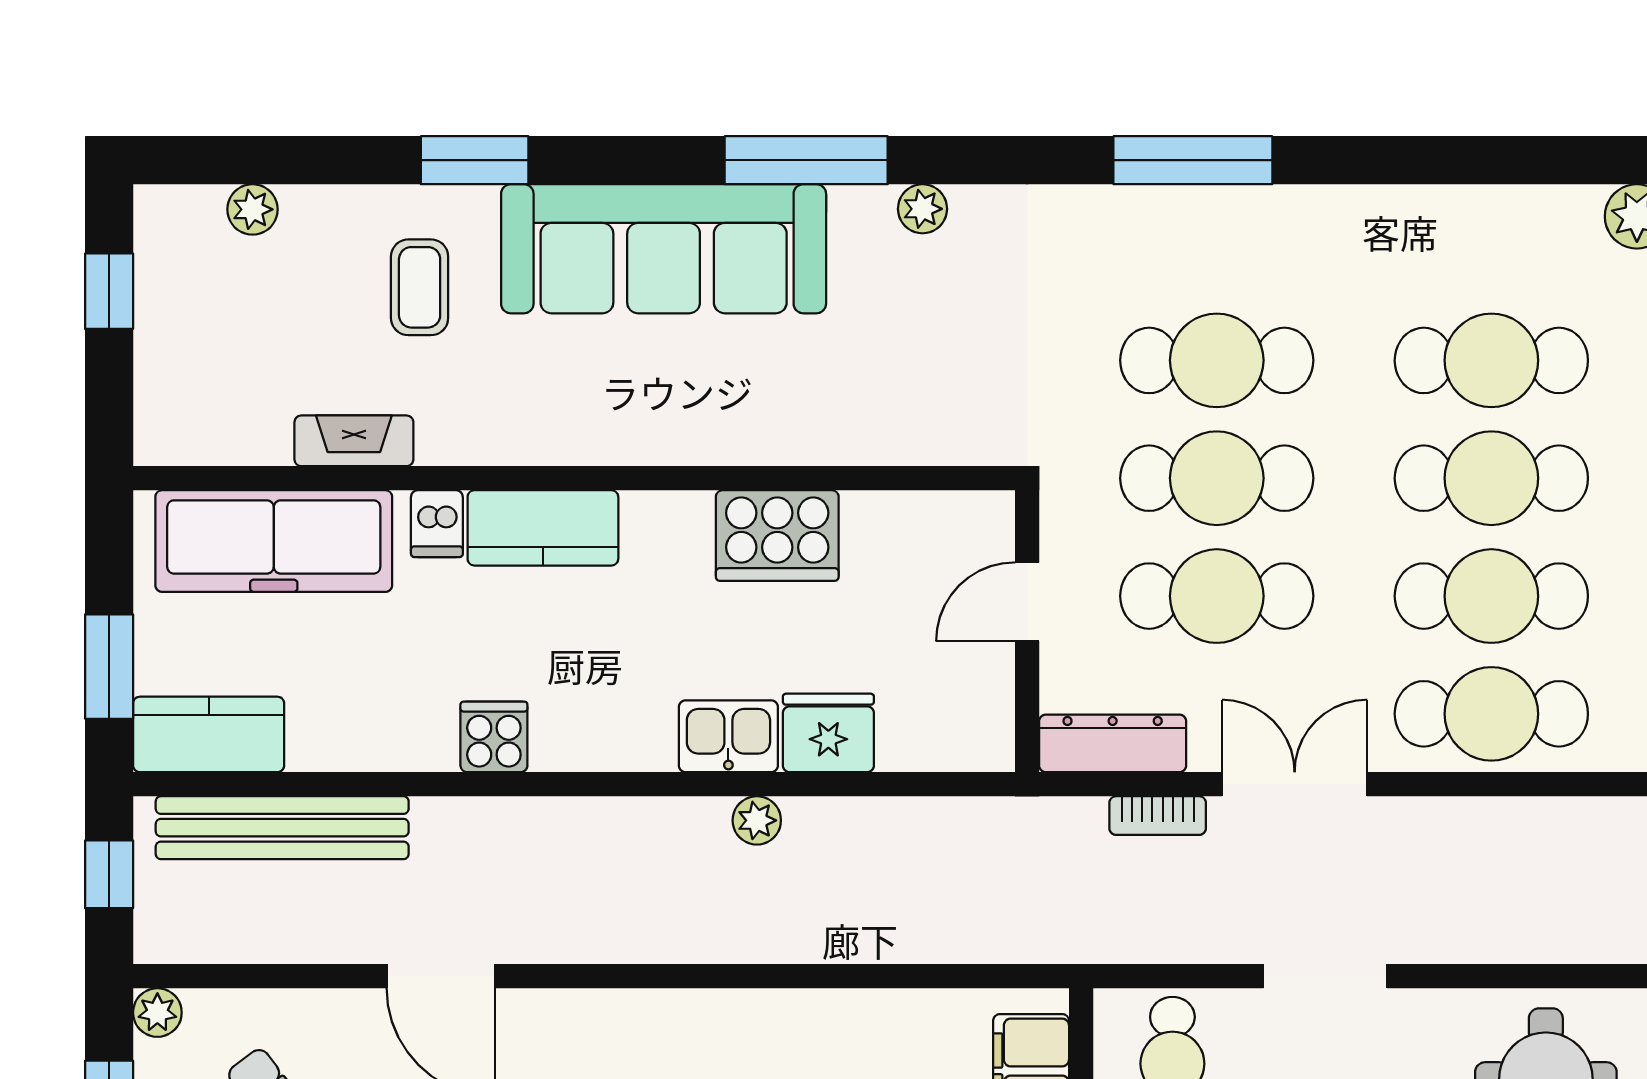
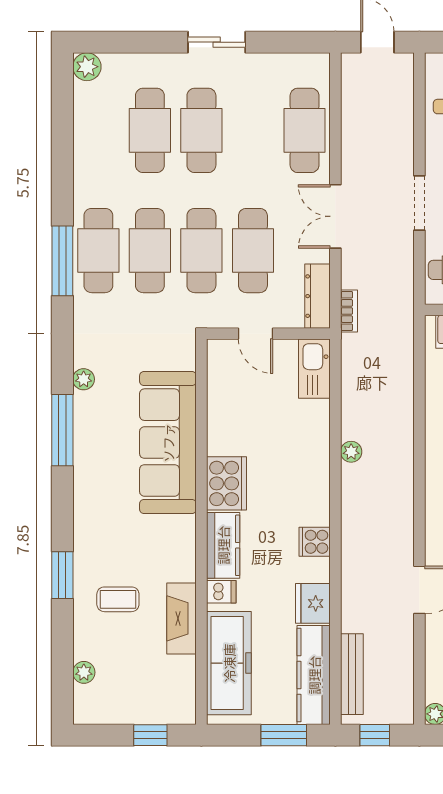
sofa: (664, 249) -> (168, 443), moved, turned 180
window: (109, 291) -> (150, 735), moved
fireplace: (354, 441) -> (182, 618), width x1.37, depth x1.32
cooker: (777, 535) -> (227, 483), moved
cafe table: (1491, 596) -> (98, 251), moved
fridge: (828, 733) -> (313, 603), moved
kitchen counter: (209, 734) -> (314, 675), width x1.50
kitchen sink: (728, 736) -> (314, 369), moved, width x1.38
cooker: (494, 737) -> (315, 542), moved
bookcase: (1158, 816) -> (349, 311), moved
bench: (282, 828) -> (352, 674), width x0.73, depth x0.82

